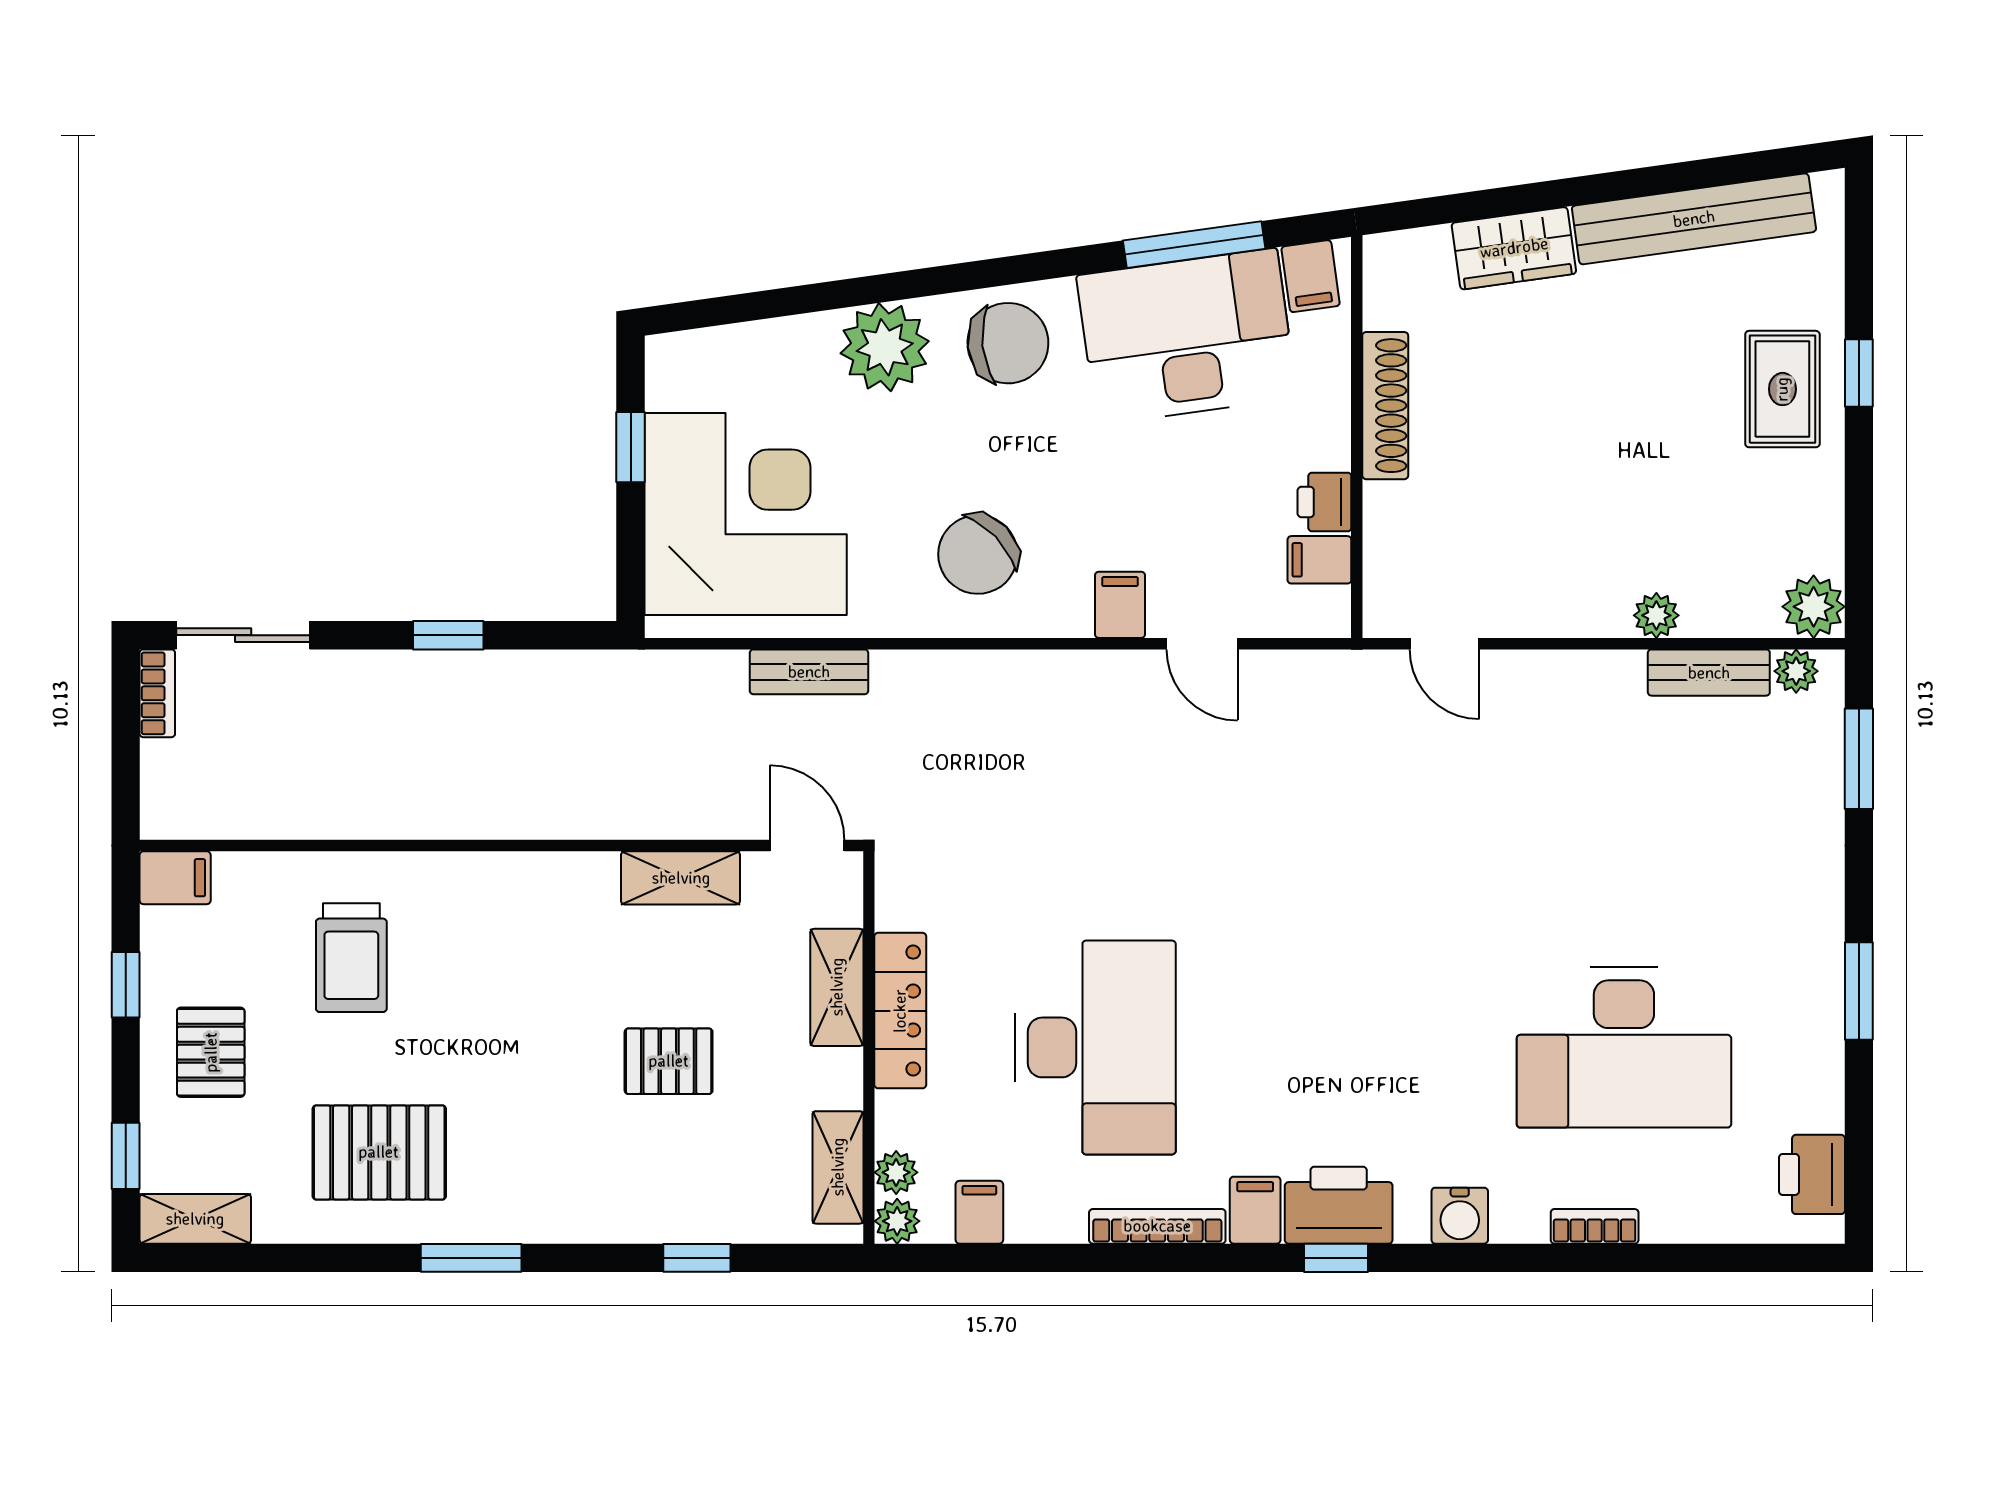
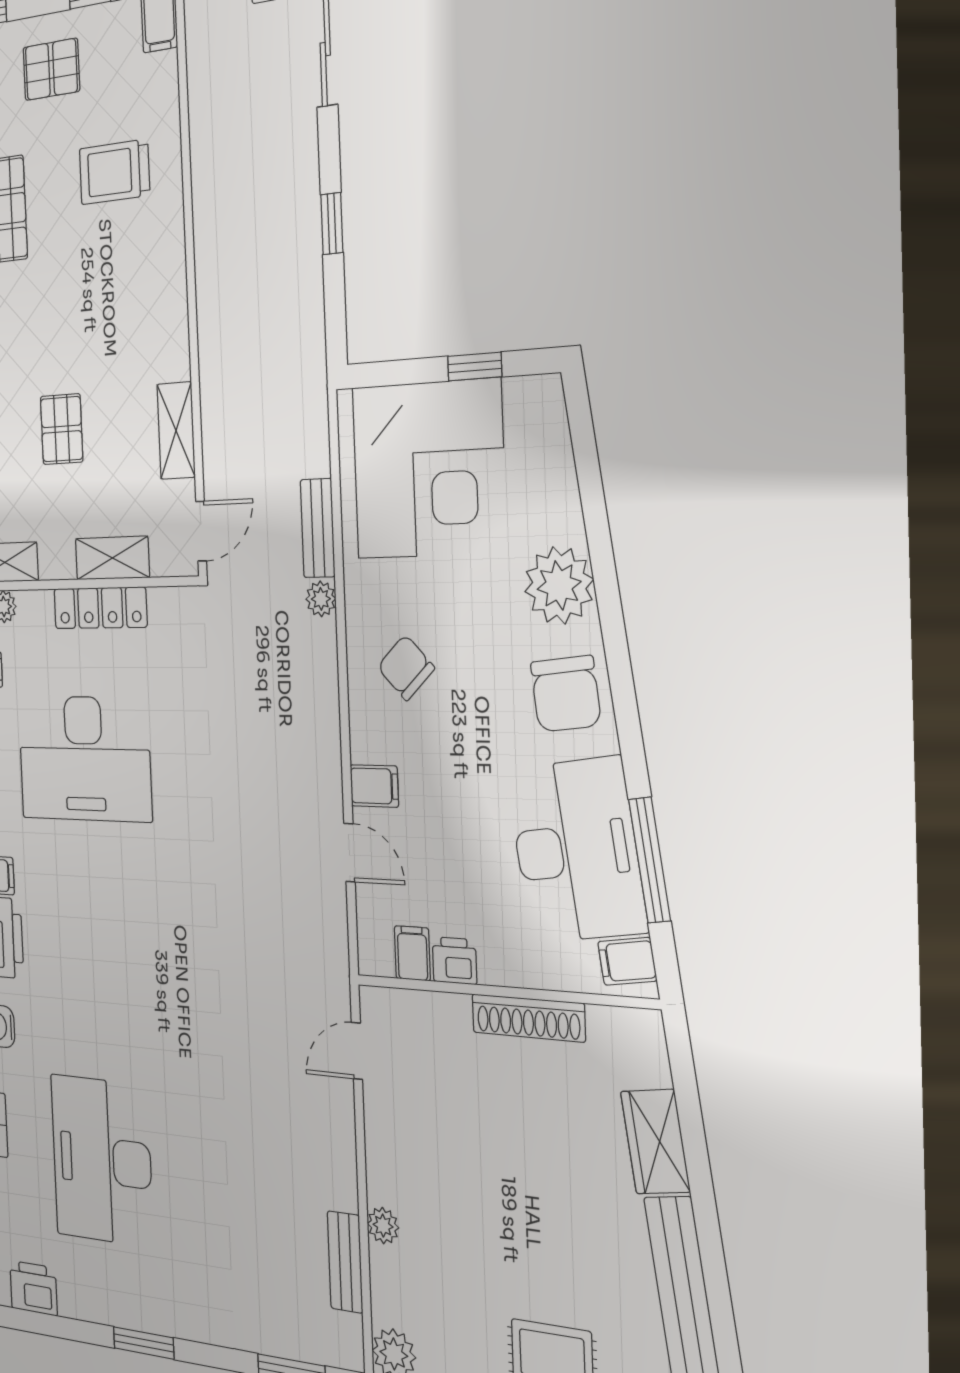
chair: (978, 554) -> (406, 668), width x0.73, depth x0.73
door: (1202, 644) -> (349, 853), swing flipped
plant: (1796, 671) -> (321, 599), moved

